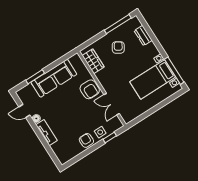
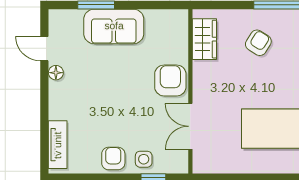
sofa: (54, 78) -> (114, 26), width x0.73
armchair: (90, 89) -> (170, 80), turned 180
tv unit: (47, 133) -> (58, 145), moved

